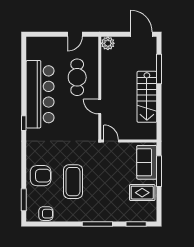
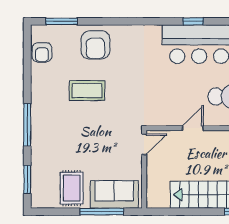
window: (24, 123) -> (193, 21), moved
coffee table: (73, 182) -> (87, 91), width x0.73, depth x0.76

